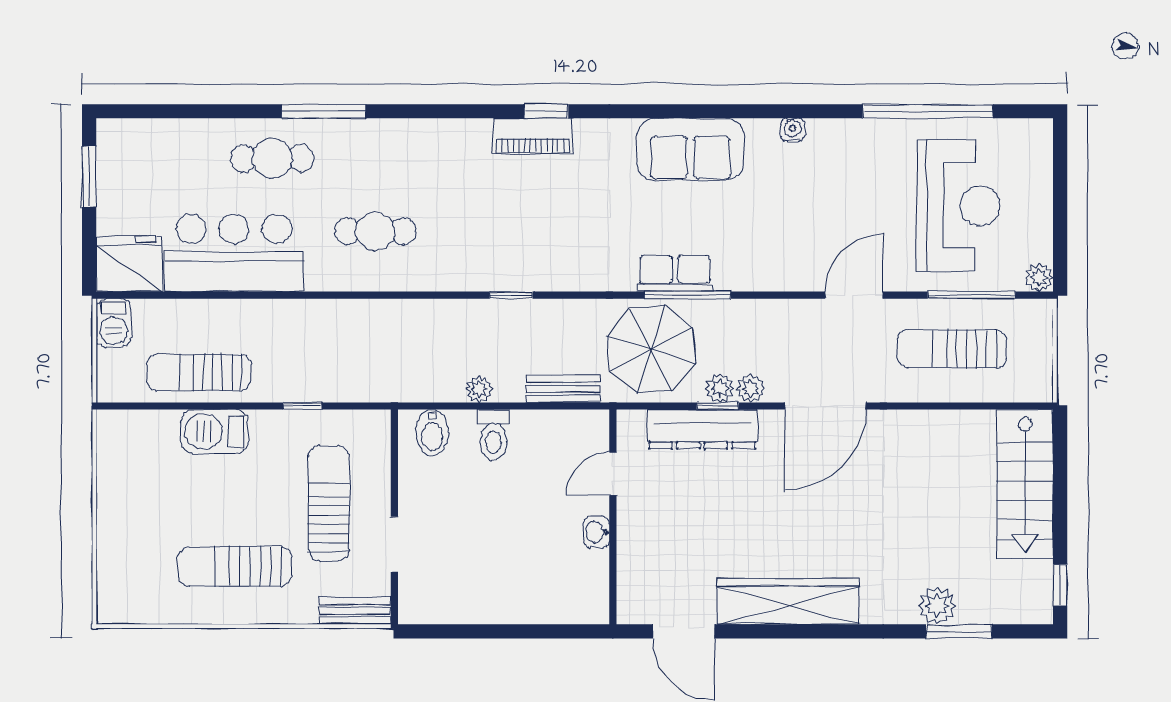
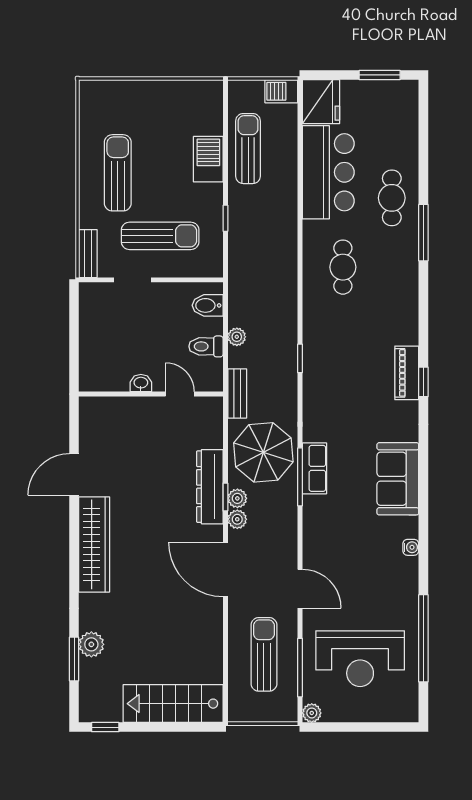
door: (613, 474) -> (180, 394), moved
wall: (613, 517) -> (151, 394), moved
washbasin: (597, 532) -> (141, 383), moved

